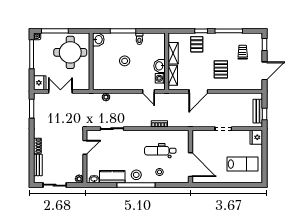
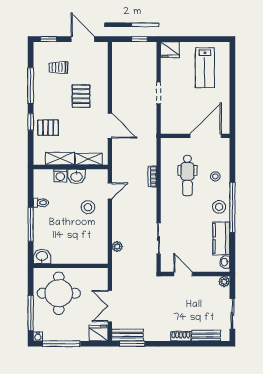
stool: (125, 61) -> (88, 207), moved
pallet: (221, 69) -> (81, 96), turned 90
washing machine: (160, 78) -> (60, 175), moved
bench: (258, 111) -> (128, 335), moved
lab bench: (243, 164) -> (205, 68), turned 180

